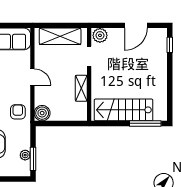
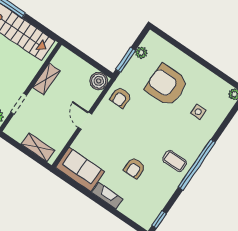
shelving: (60, 36) -> (38, 147), width x0.67, depth x0.75
window: (33, 159) -> (126, 60), moved

